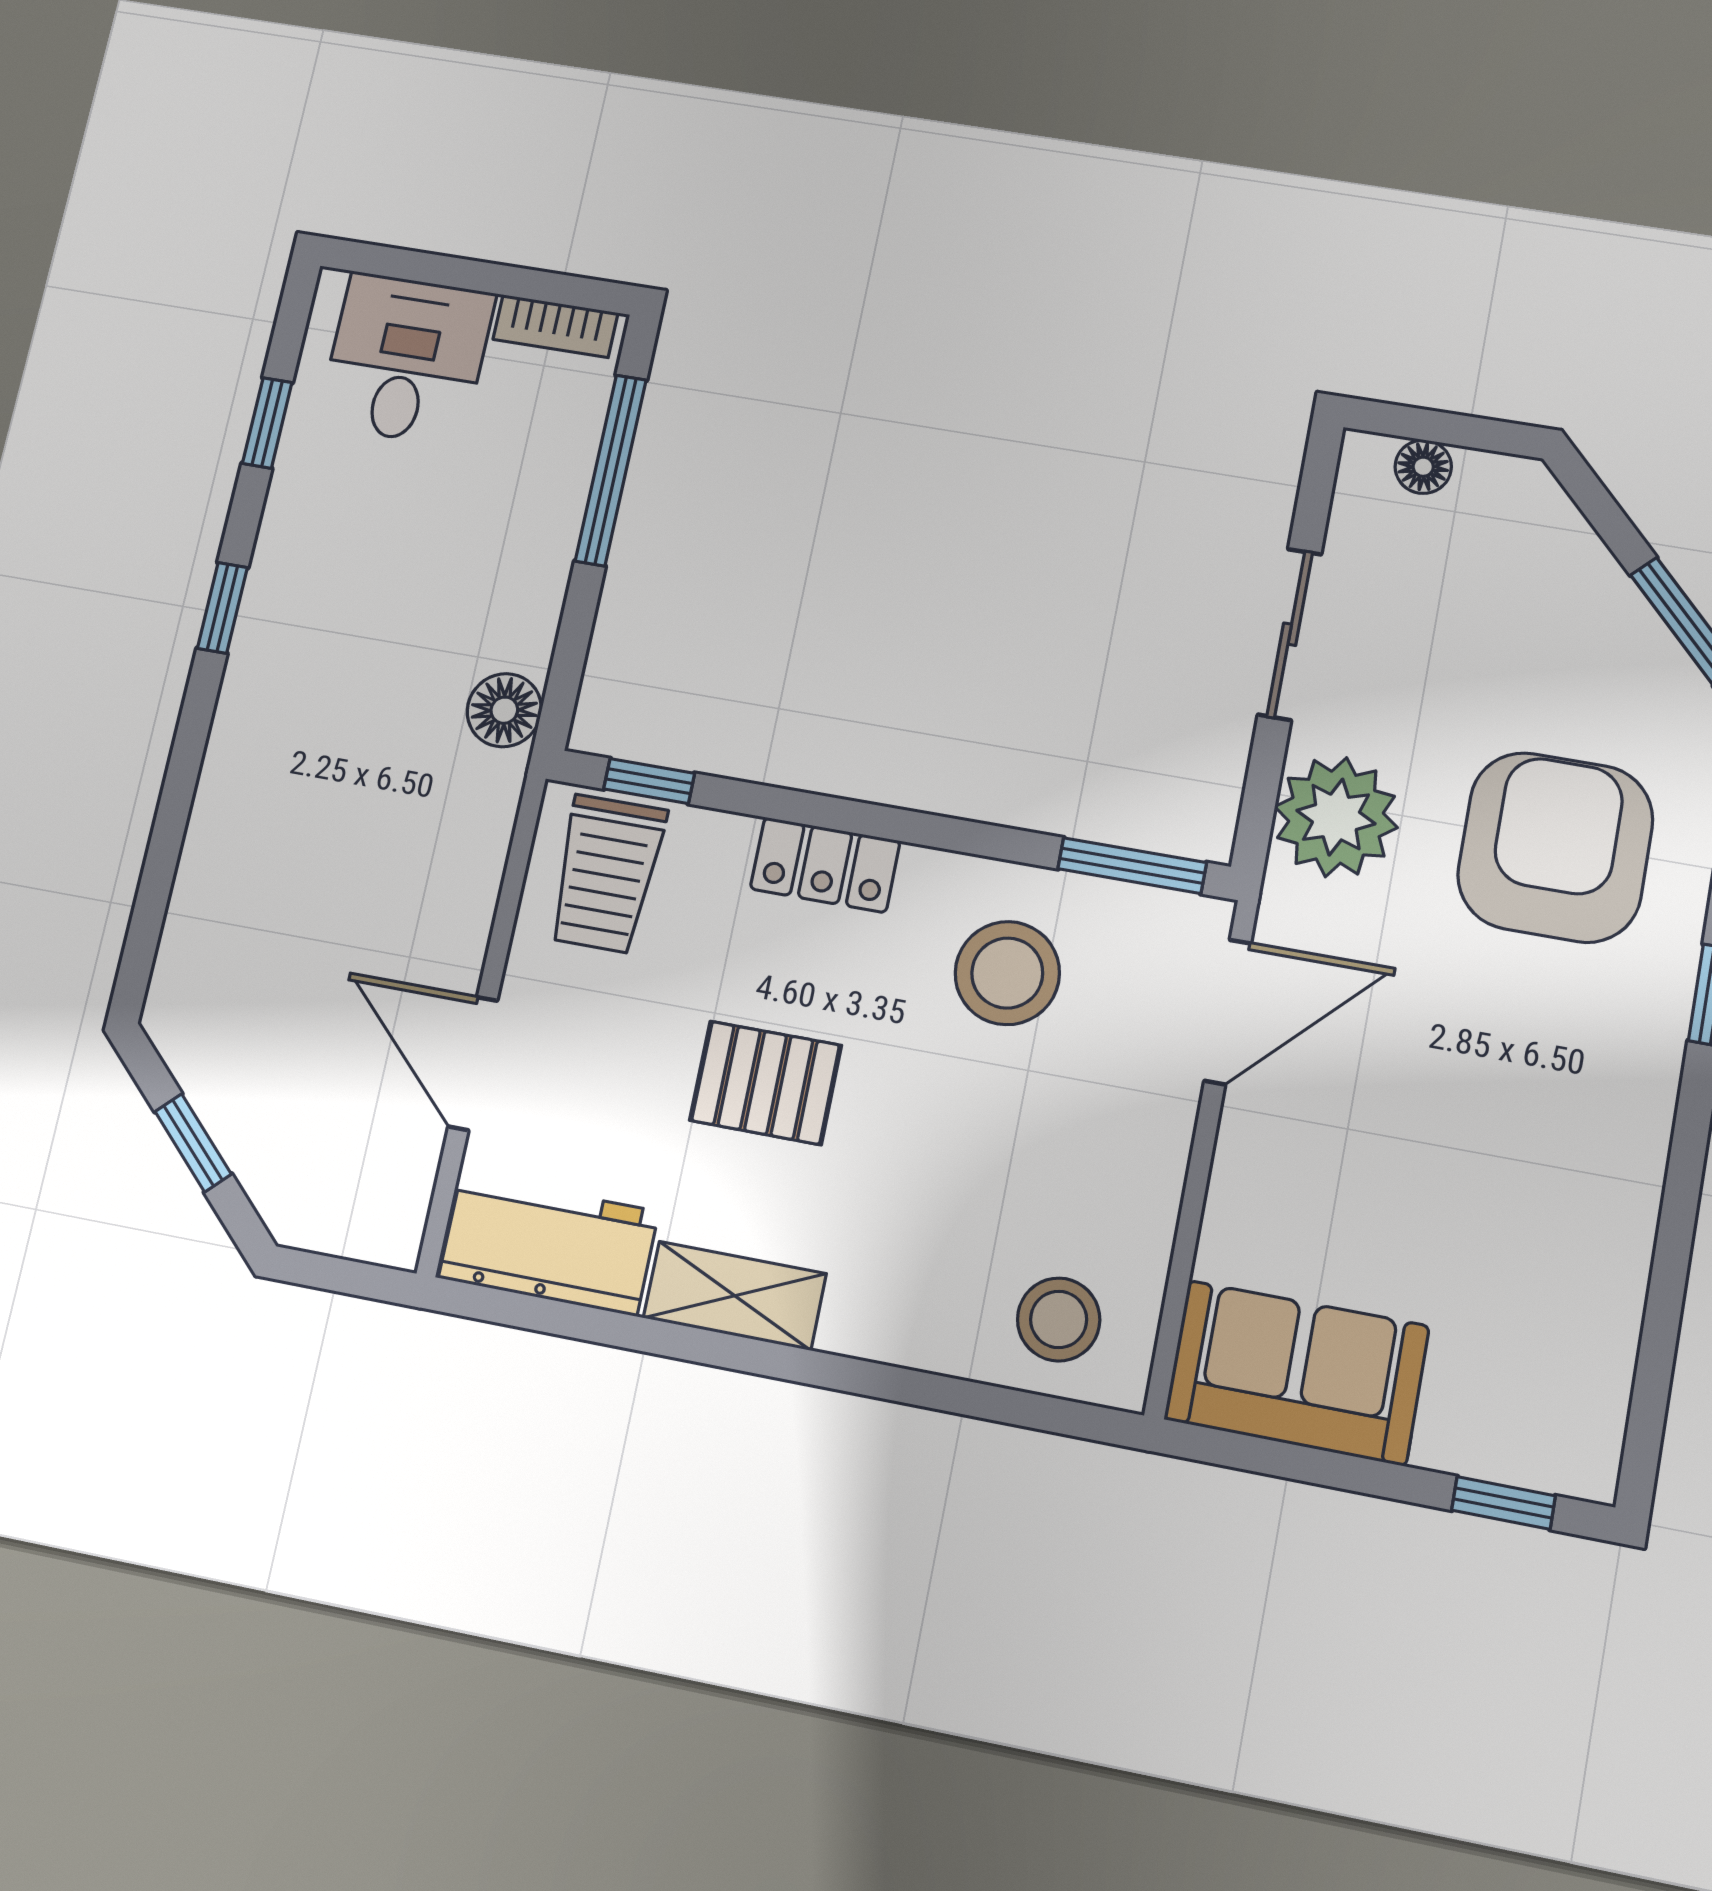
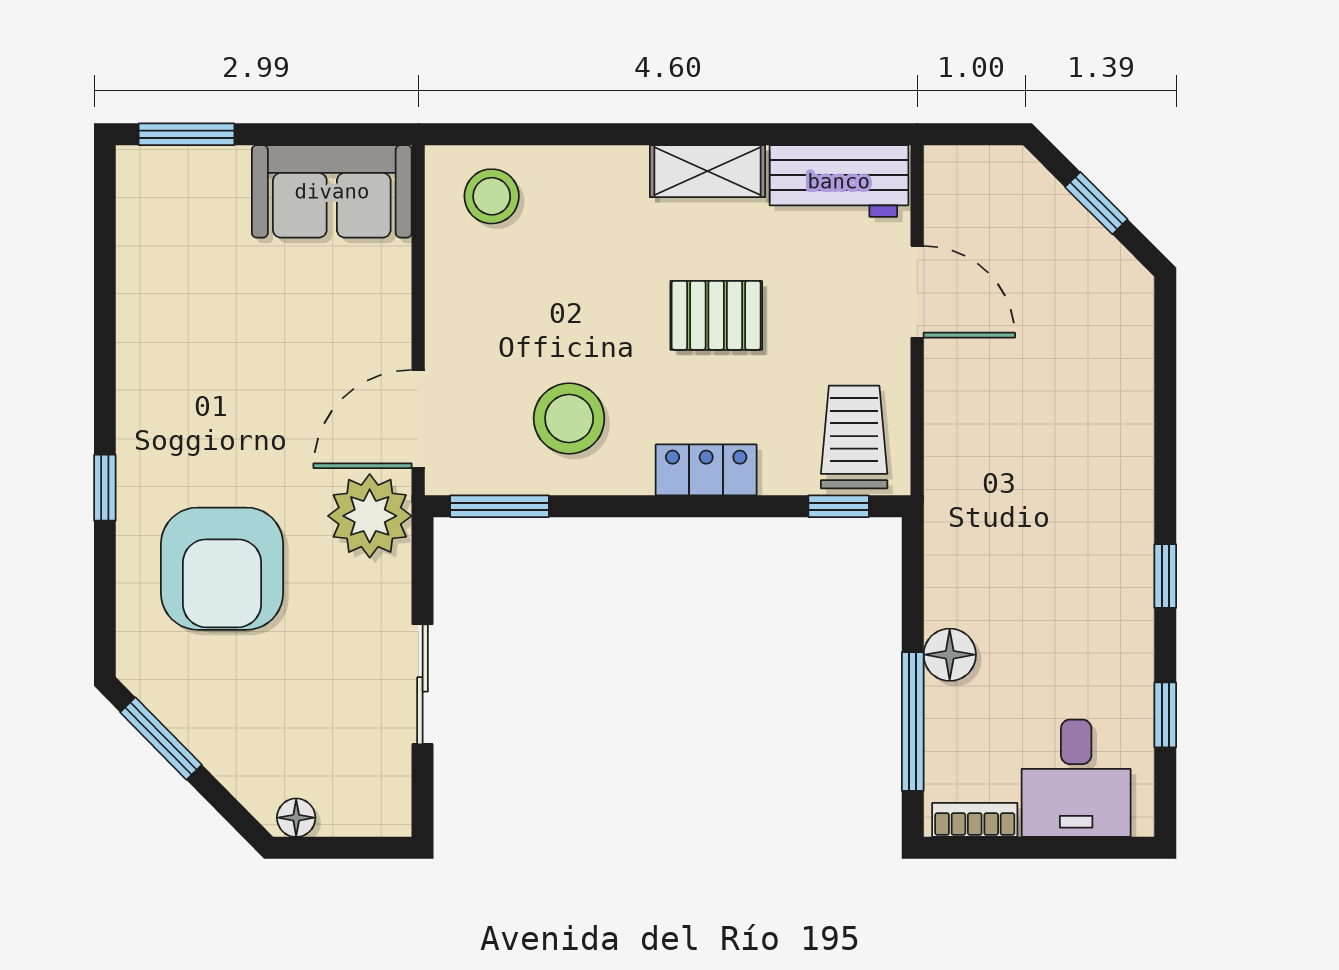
floor lamp: (1423, 467) -> (296, 818), moved
floor lamp: (504, 710) -> (950, 655), moved
plant: (1336, 817) -> (370, 516), moved
window: (1504, 1503) -> (186, 134), width x1.50

